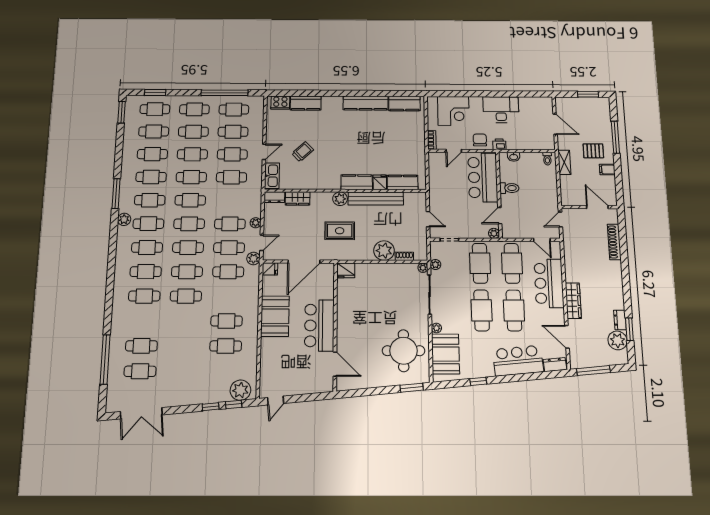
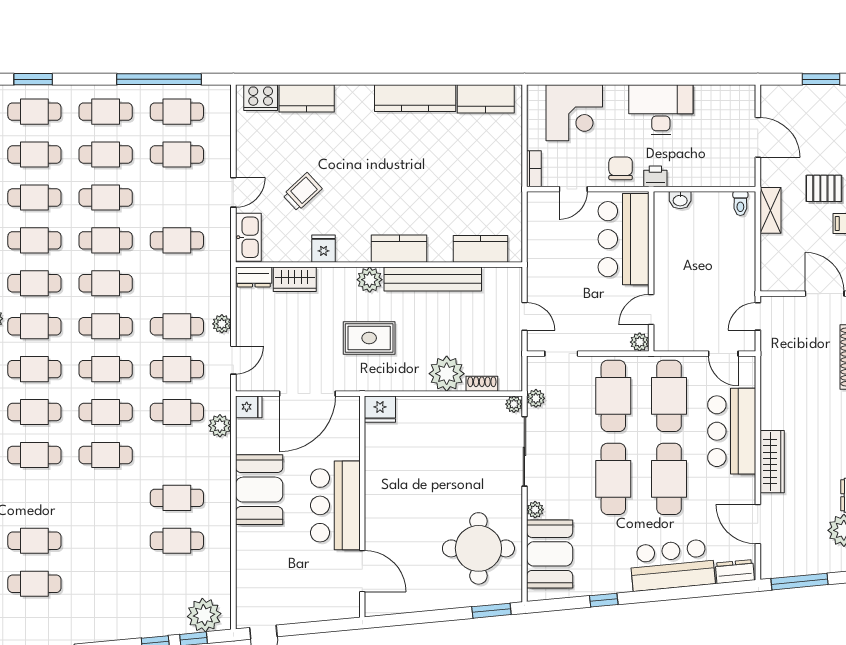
cafe table: (232, 154) -> (177, 197), removed
fridge: (380, 182) -> (324, 249), moved
toilet: (509, 188) -> (670, 259), removed
plant: (253, 258) -> (220, 426), moved

